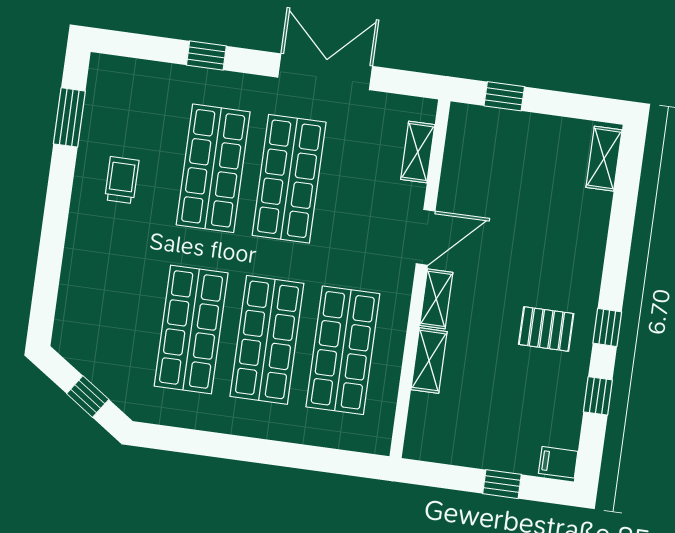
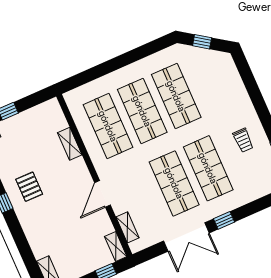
window: (206, 55) -> (224, 220), moved
shelving: (436, 299) -> (116, 247), moved
pallet: (546, 329) -> (29, 187), turned 90

